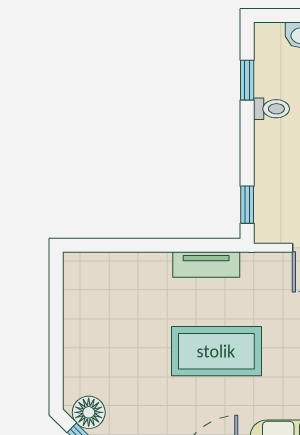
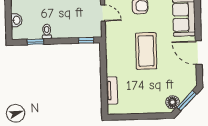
tv unit: (206, 264) -> (112, 90), moved

